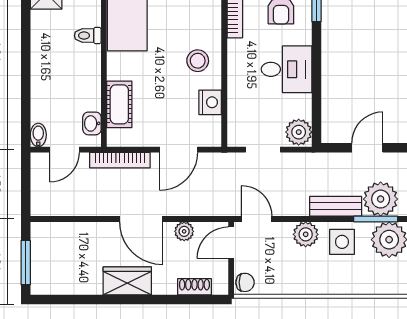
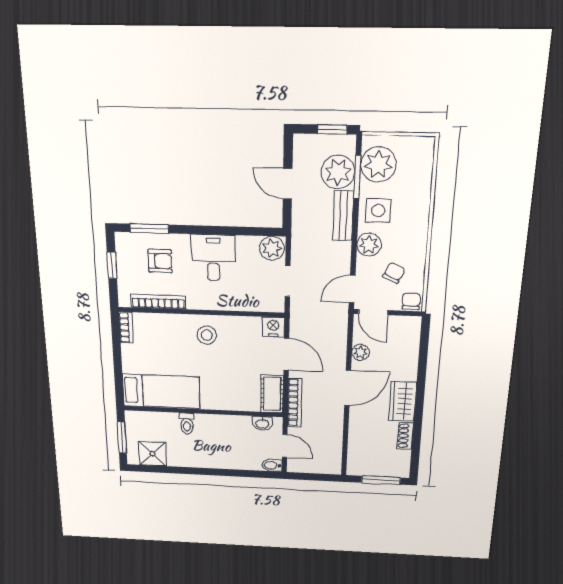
nightstand: (210, 102) -> (273, 327), moved
cot: (119, 104) -> (272, 394), moved, turned 90
chair: (276, 262) -> (394, 273), added
shoe rack: (194, 287) -> (405, 436), moved

